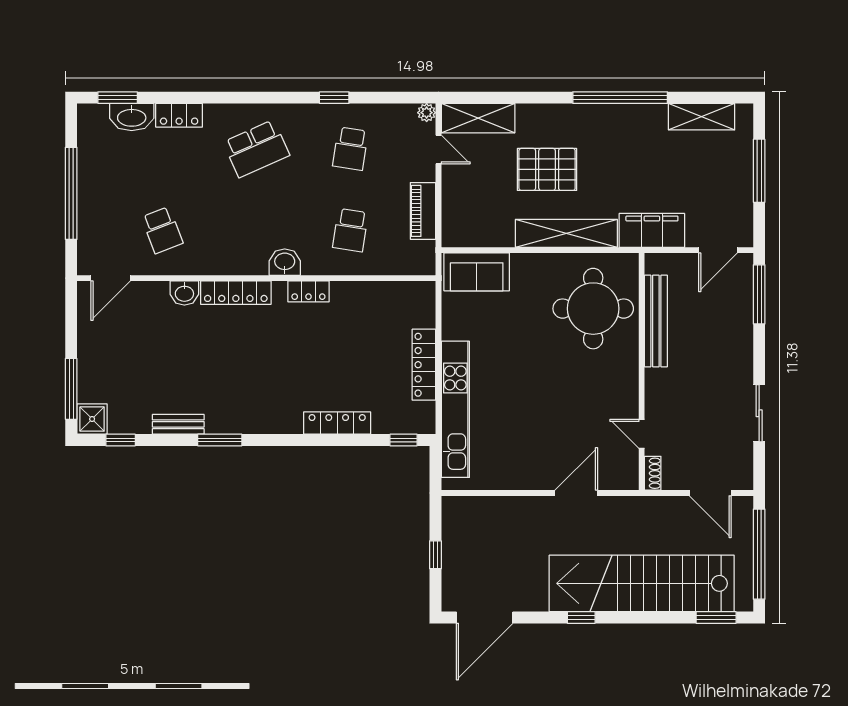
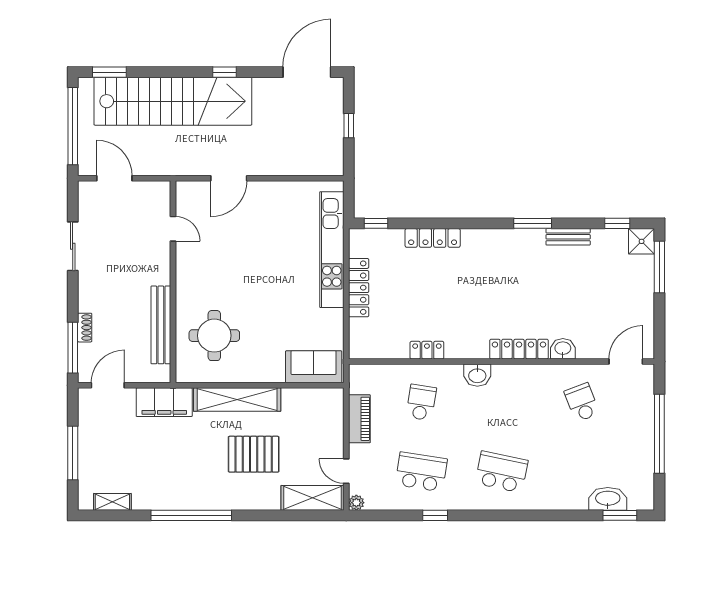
locker: (179, 115) -> (567, 500), removed
shelving: (702, 117) -> (112, 502), width x0.67, depth x0.75
school desk: (256, 149) -> (502, 472), turned 36
school desk: (350, 149) -> (421, 472), width x1.85
locker: (308, 291) -> (427, 350), moved
round table: (593, 309) -> (214, 336), width x0.73, depth x0.73
shoe rack: (653, 473) -> (85, 328), moved, turned 180

